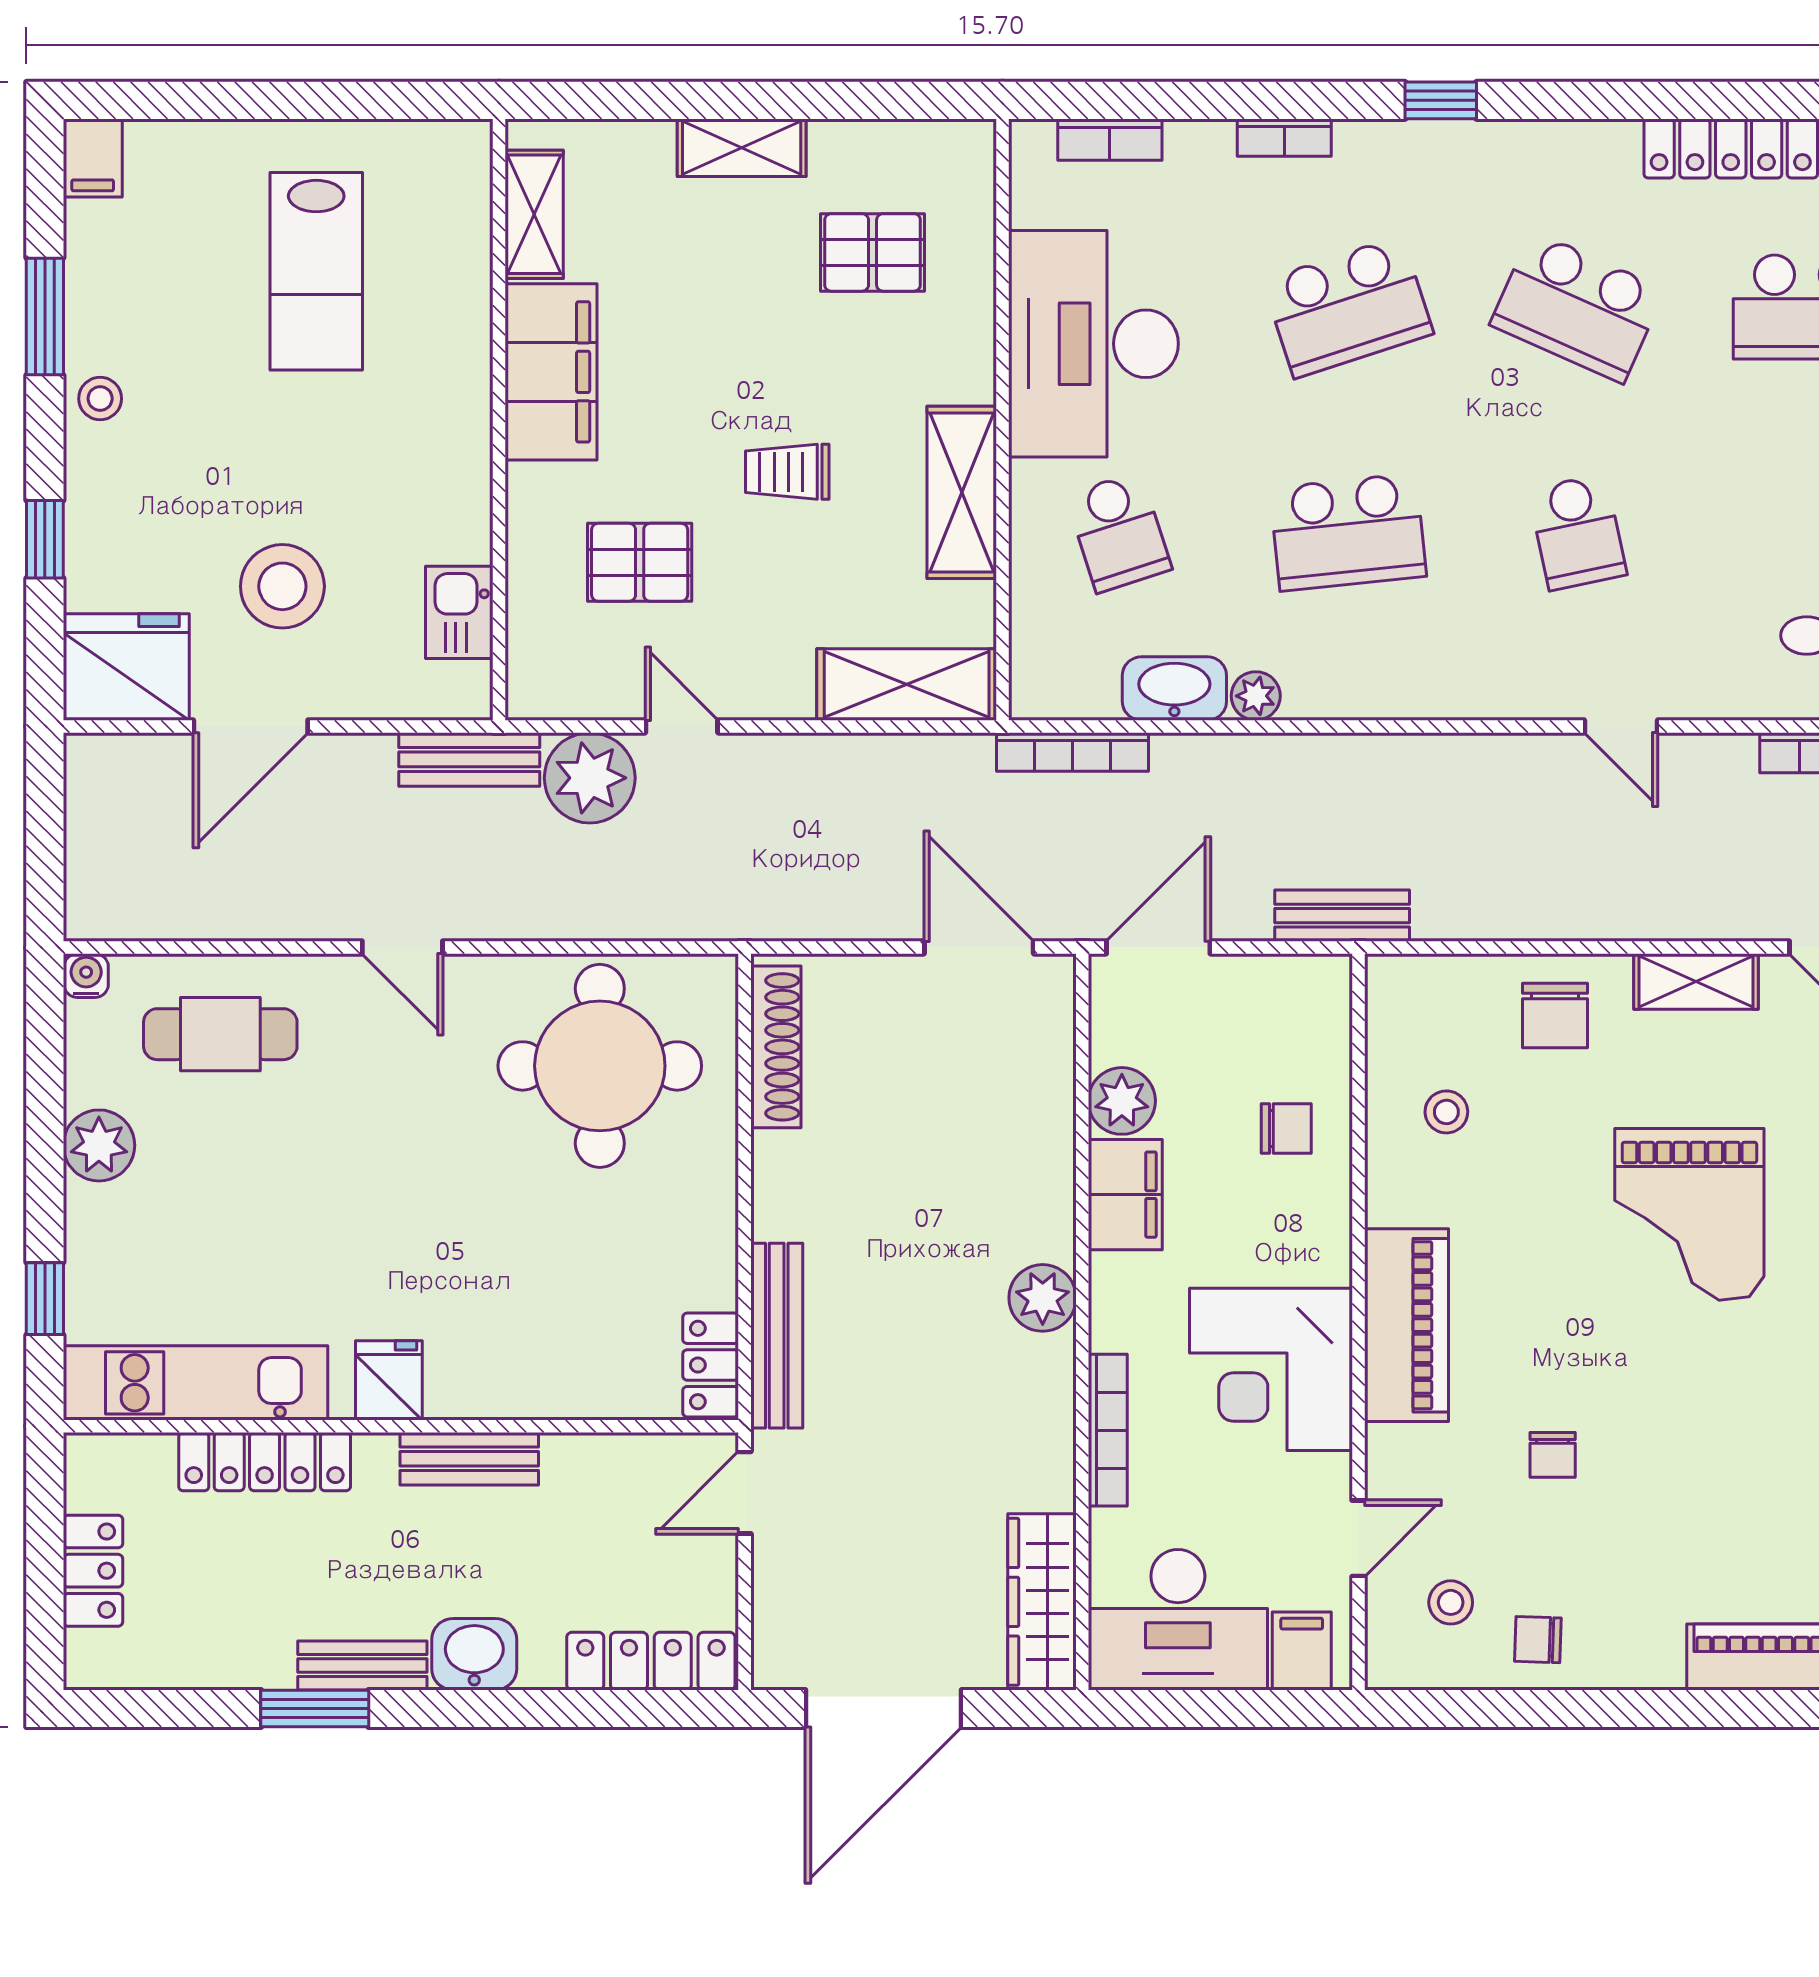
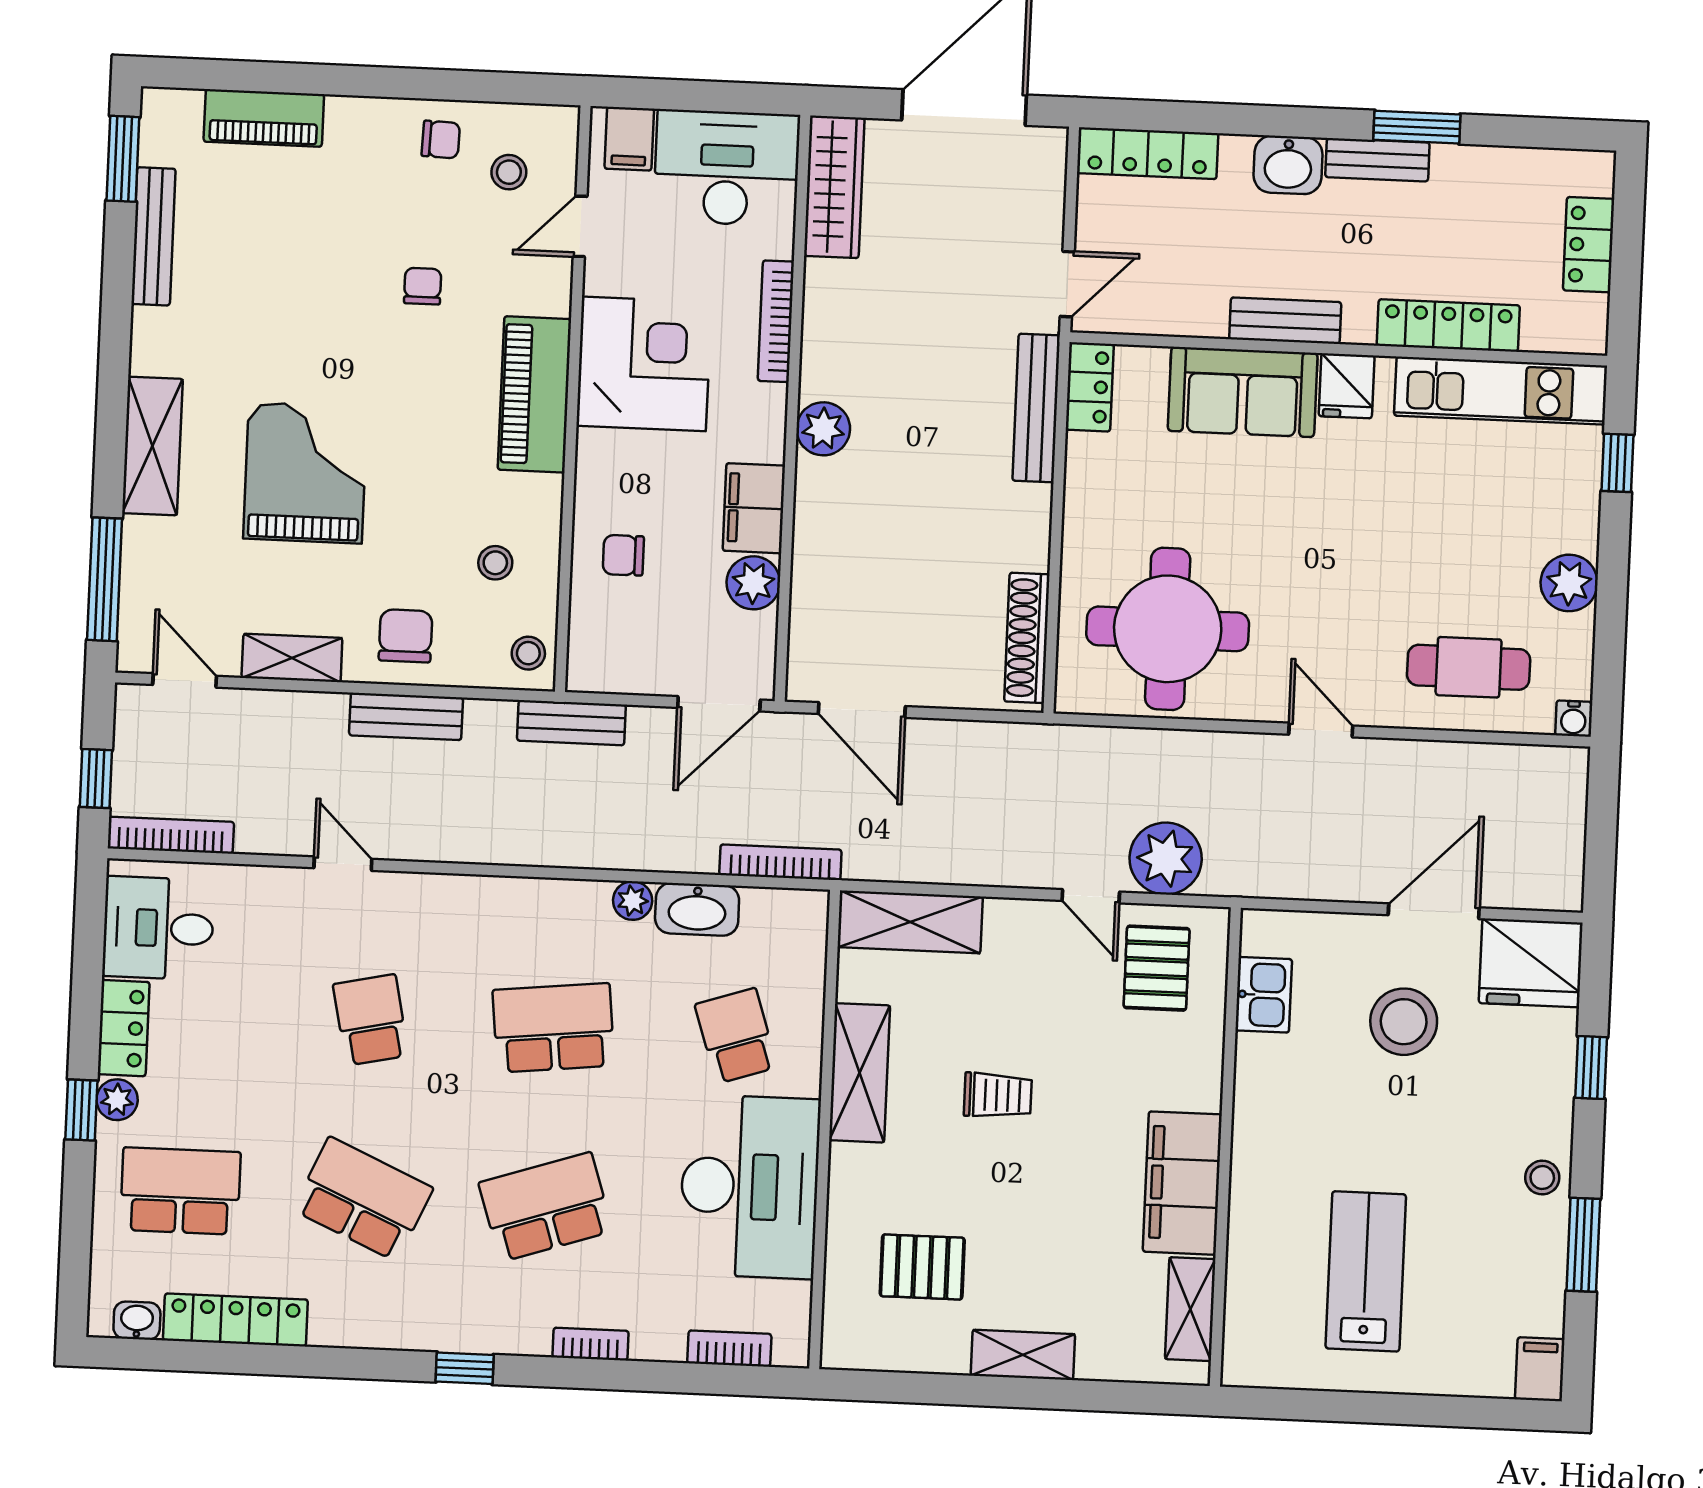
pallet: (640, 562) -> (1157, 968), moved, turned 90
bench: (469, 759) -> (406, 716), moved
stool: (1400, 1001) -> (528, 653), added
sofa: (519, 1367) -> (1243, 392), added

